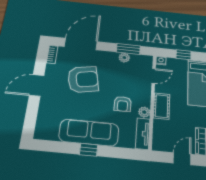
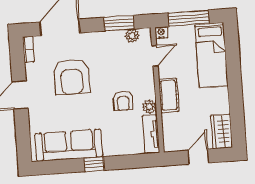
window: (184, 55) -> (188, 18), width x2.17
plant: (124, 58) -> (132, 36), moved
armchair: (83, 79) -> (72, 77), turned 101
sofa: (89, 133) -> (69, 145), moved

